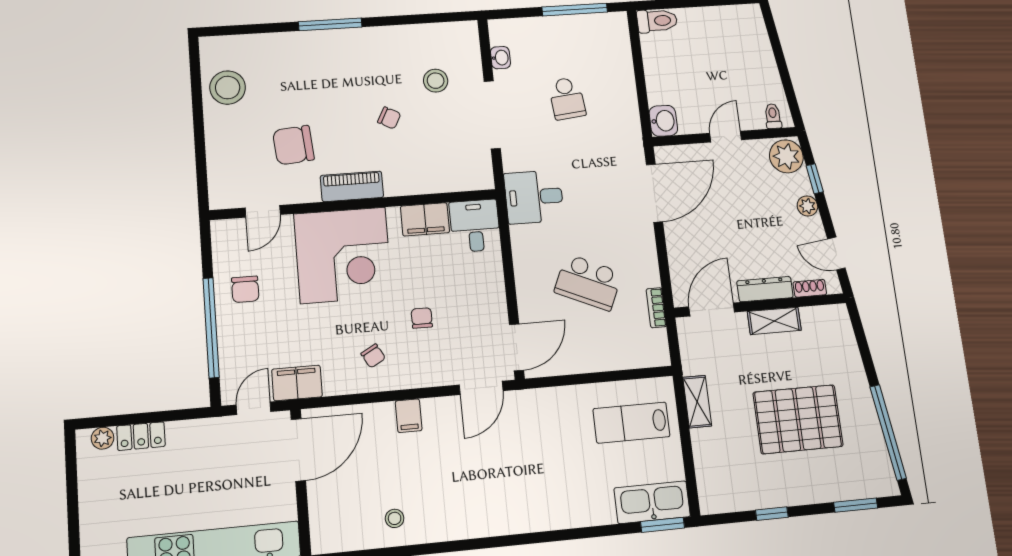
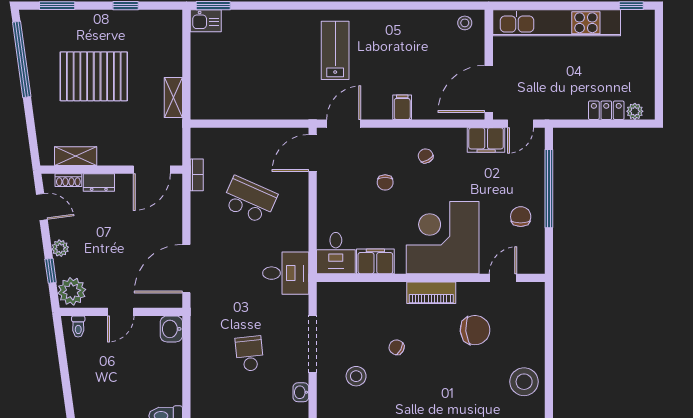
dresser: (765, 289) -> (99, 182), width x0.70
shelving: (774, 321) -> (76, 156), moved
lab bench: (631, 423) -> (335, 50), moved, turned -90
kitchen sink: (652, 502) -> (206, 21), width x0.53, depth x0.81
stool: (395, 518) -> (465, 23), moved

